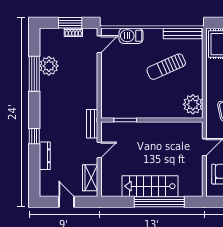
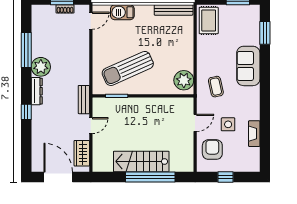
plant: (49, 66) -> (41, 67), moved
sun lounger: (166, 67) -> (128, 68), moved, width x1.36, depth x1.34
dresser: (45, 156) -> (37, 91), moved
door: (66, 202) -> (58, 177), width x1.88

